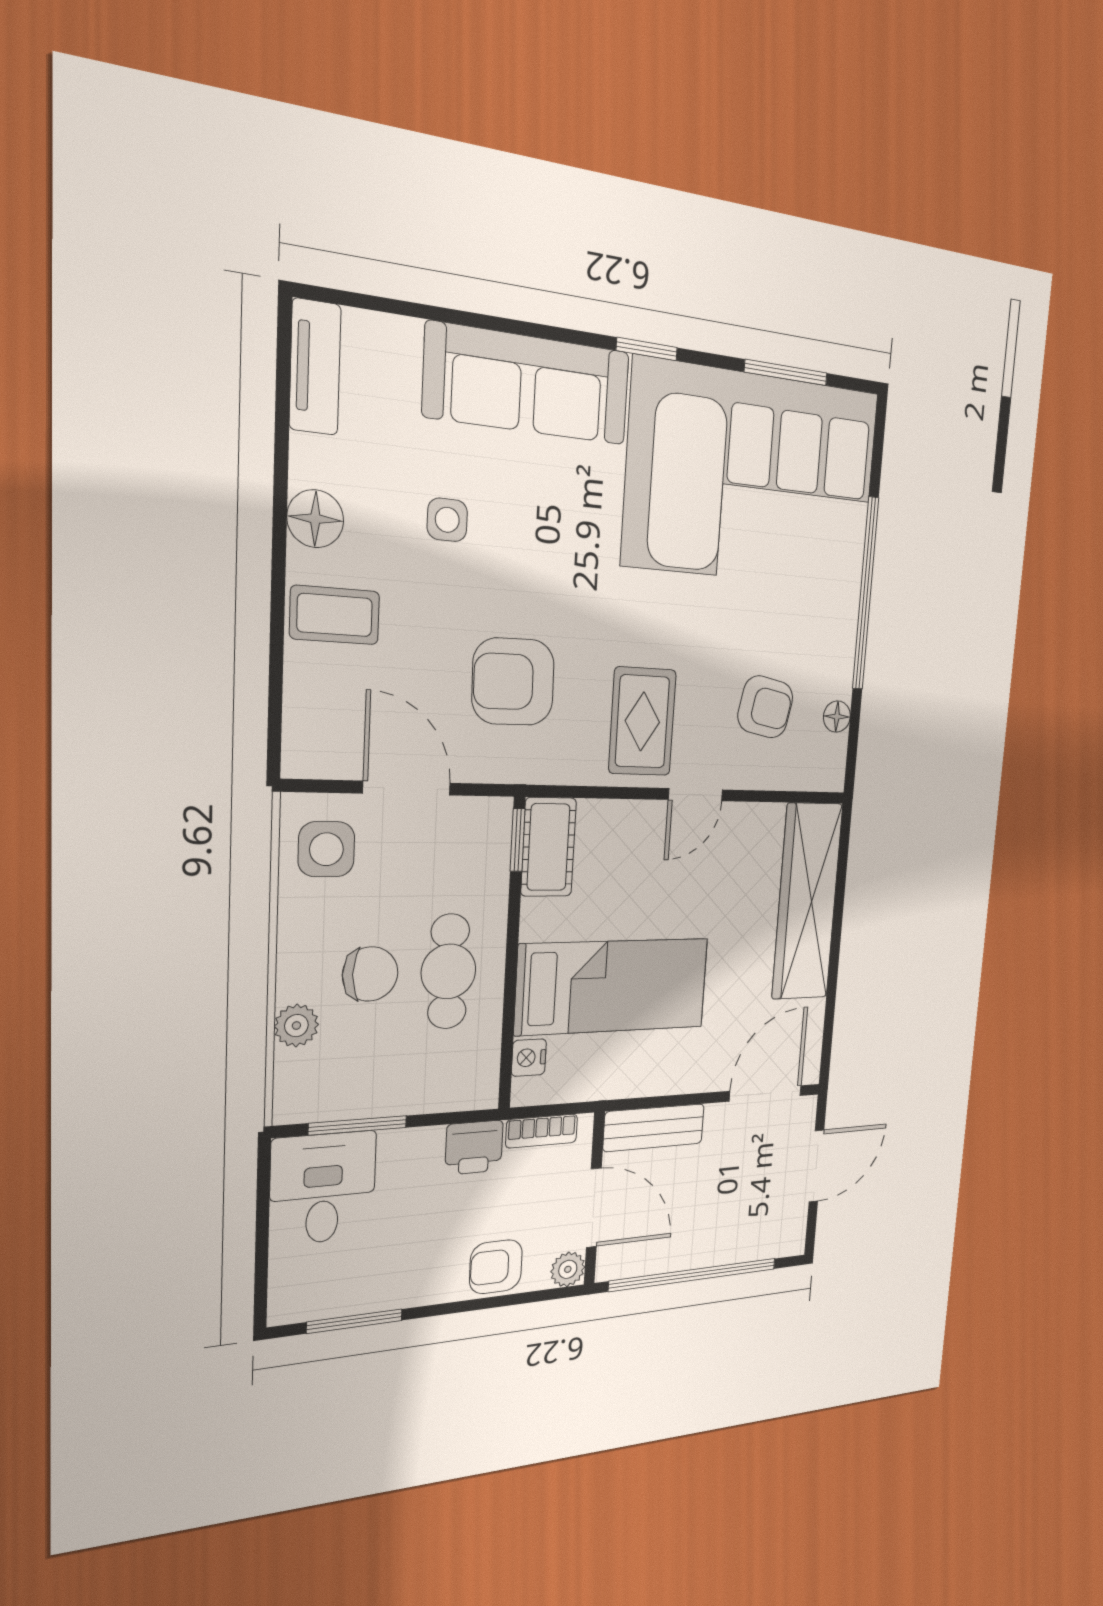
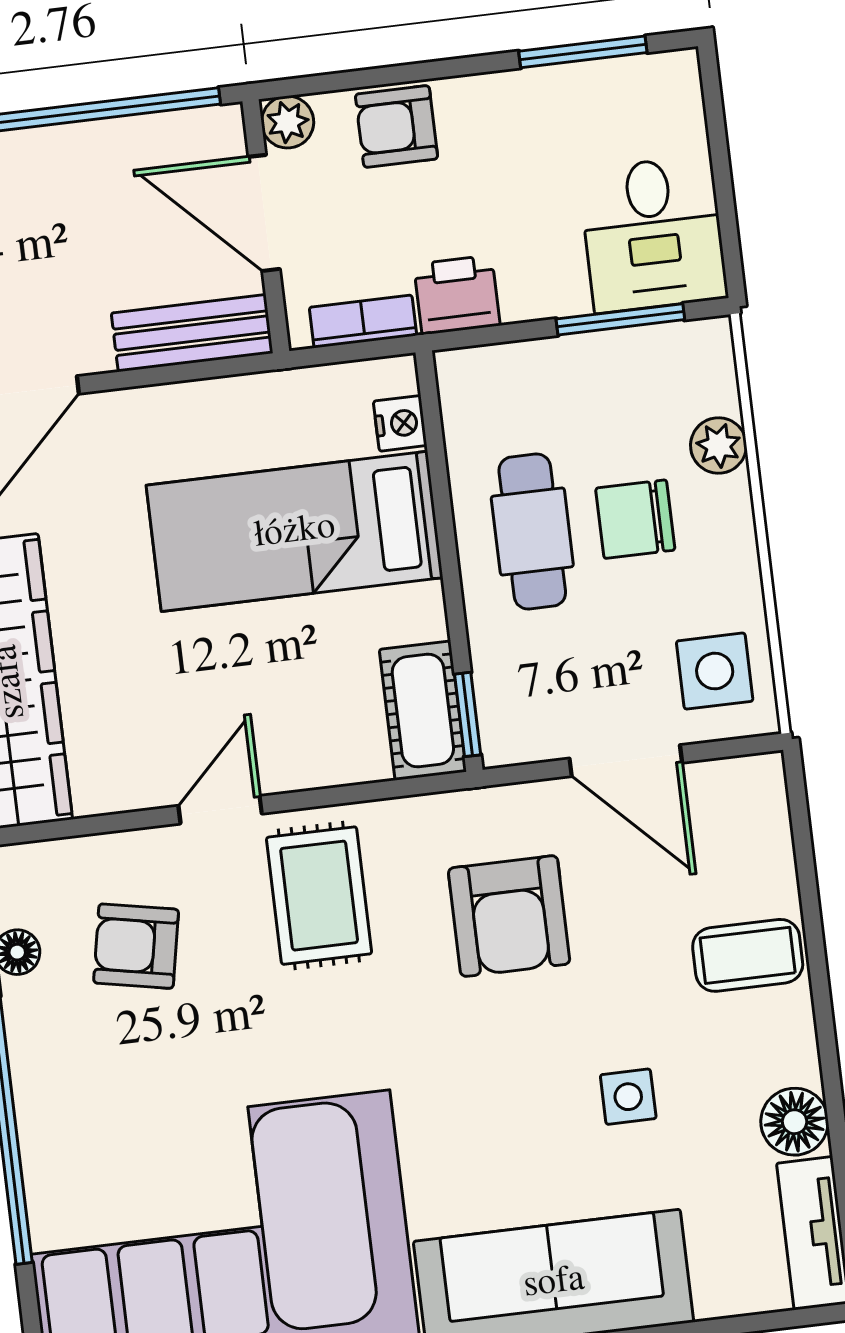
floor lamp: (315, 519) -> (795, 1122), moved
armchair: (513, 682) -> (509, 916), turned 91
armchair: (496, 1267) -> (397, 127), turned 180

